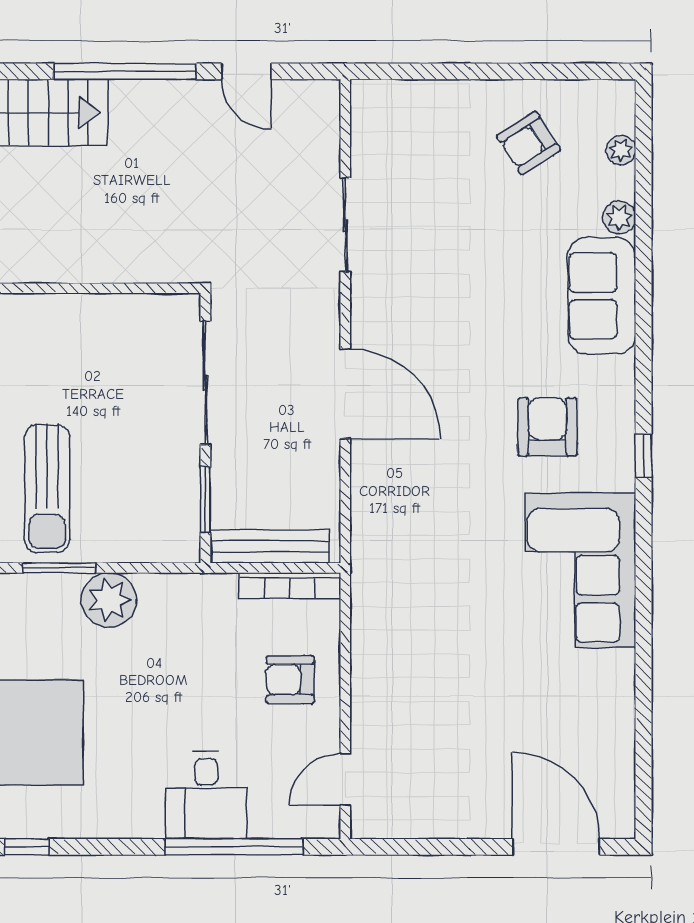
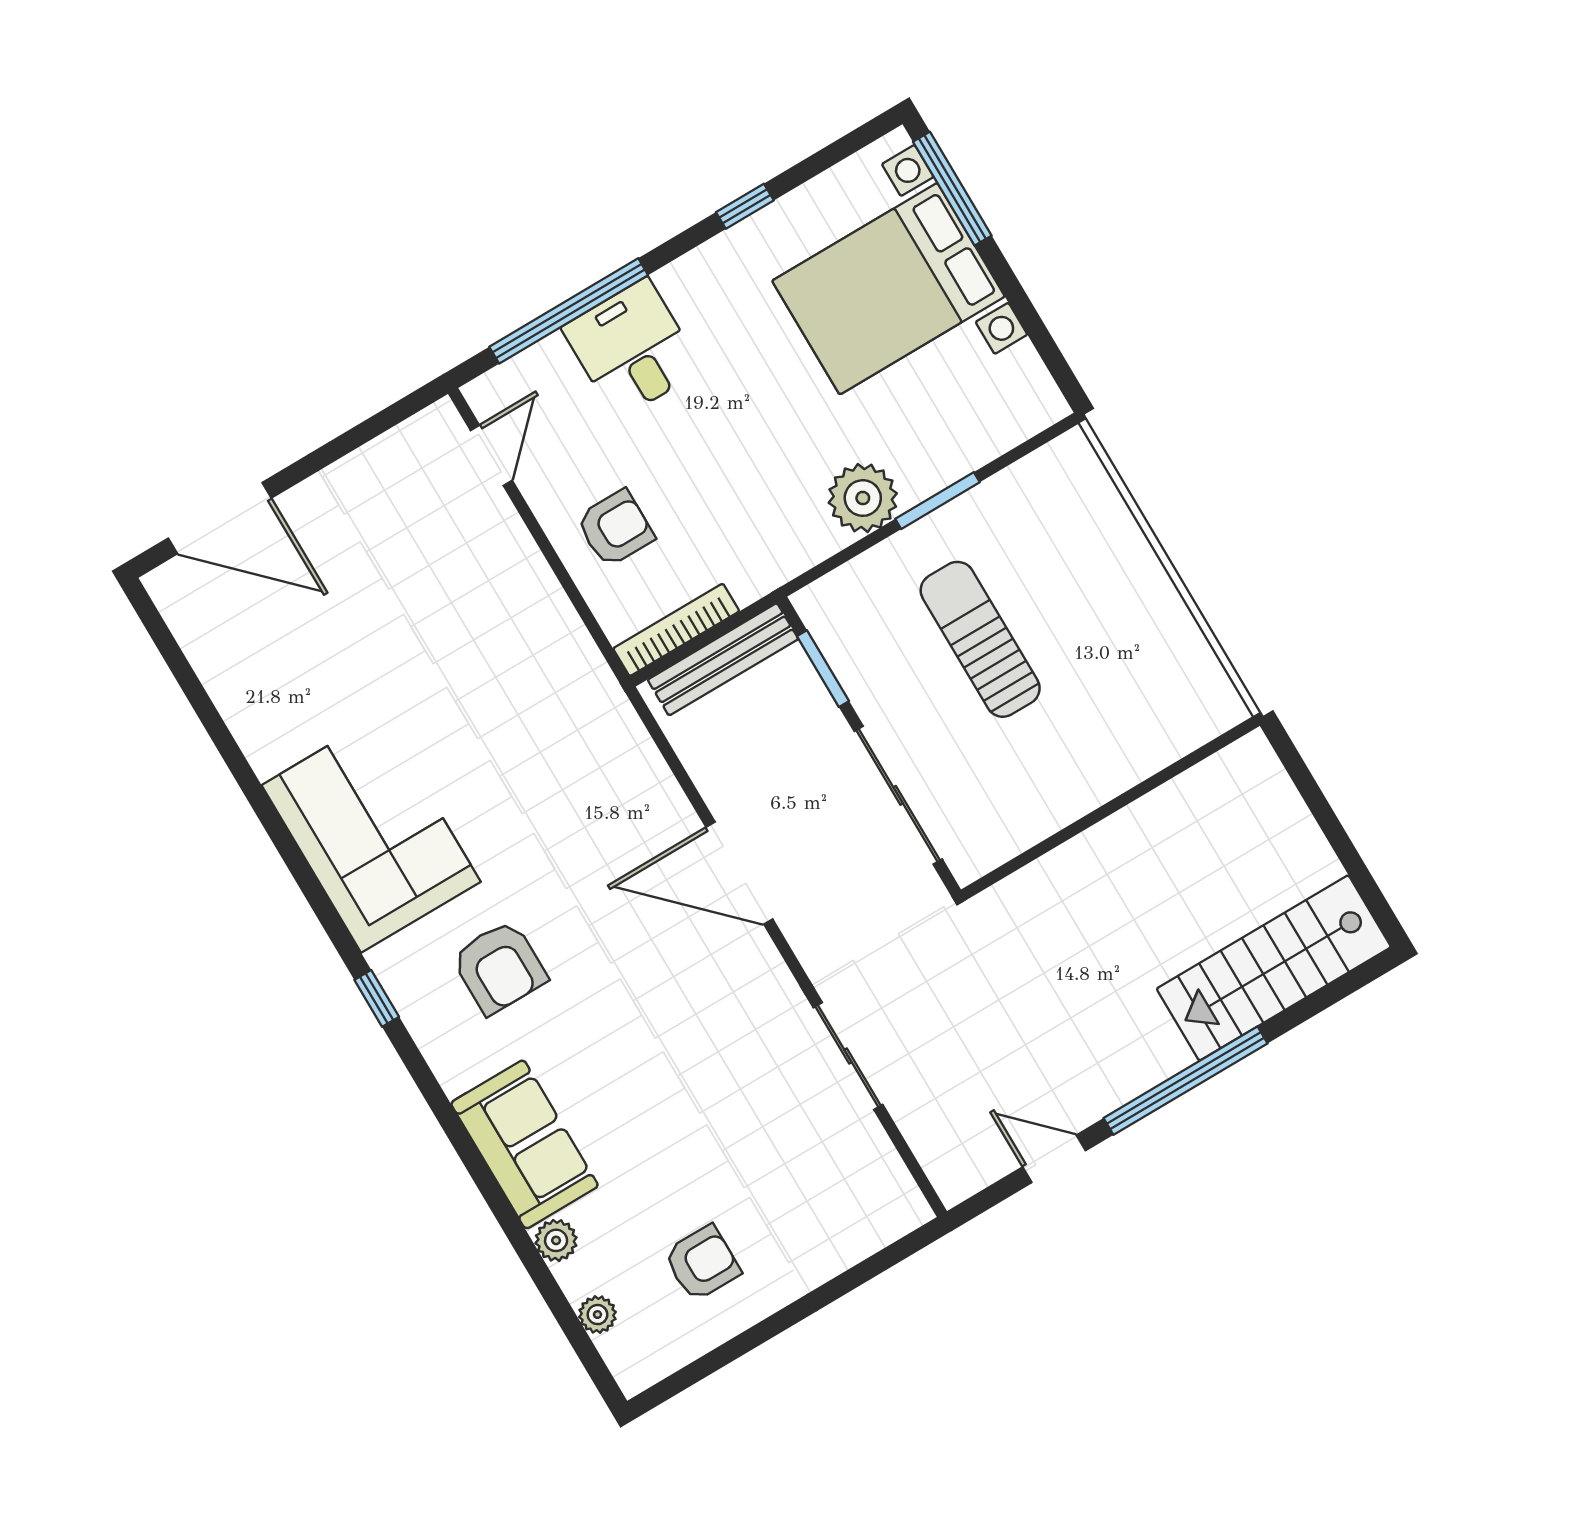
armchair: (529, 143) -> (702, 1263), turned 33
sun lounger: (47, 488) -> (980, 639), moved
window: (27, 847) -> (745, 206), moved

